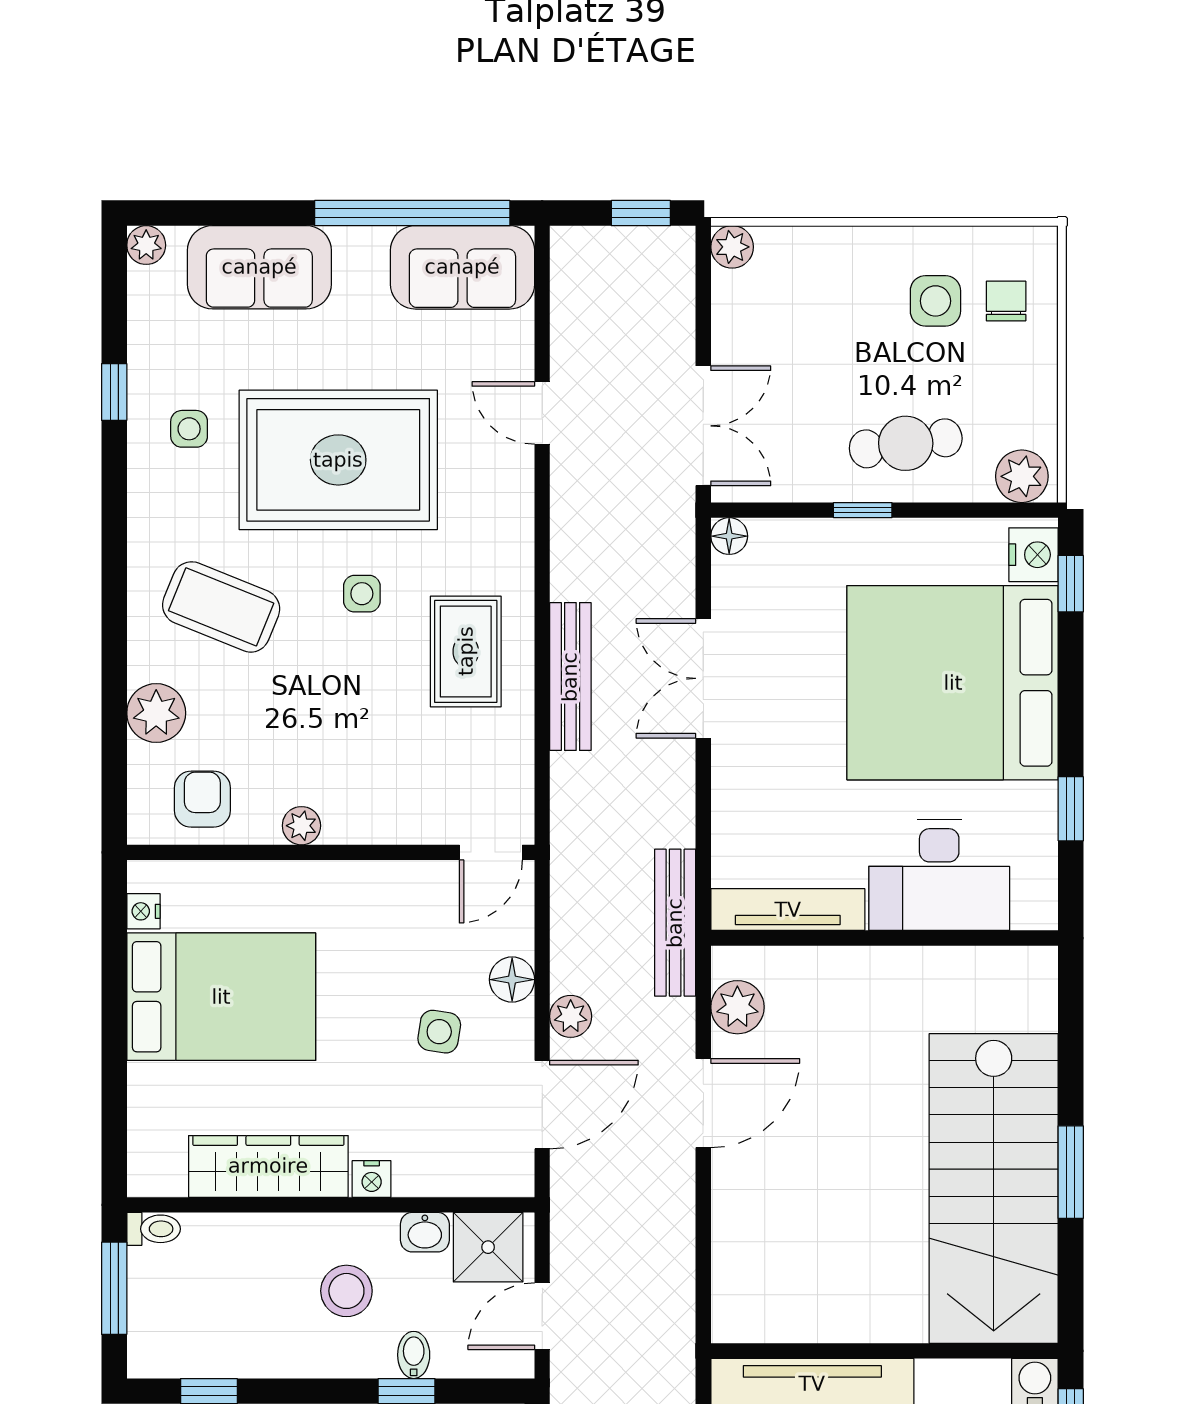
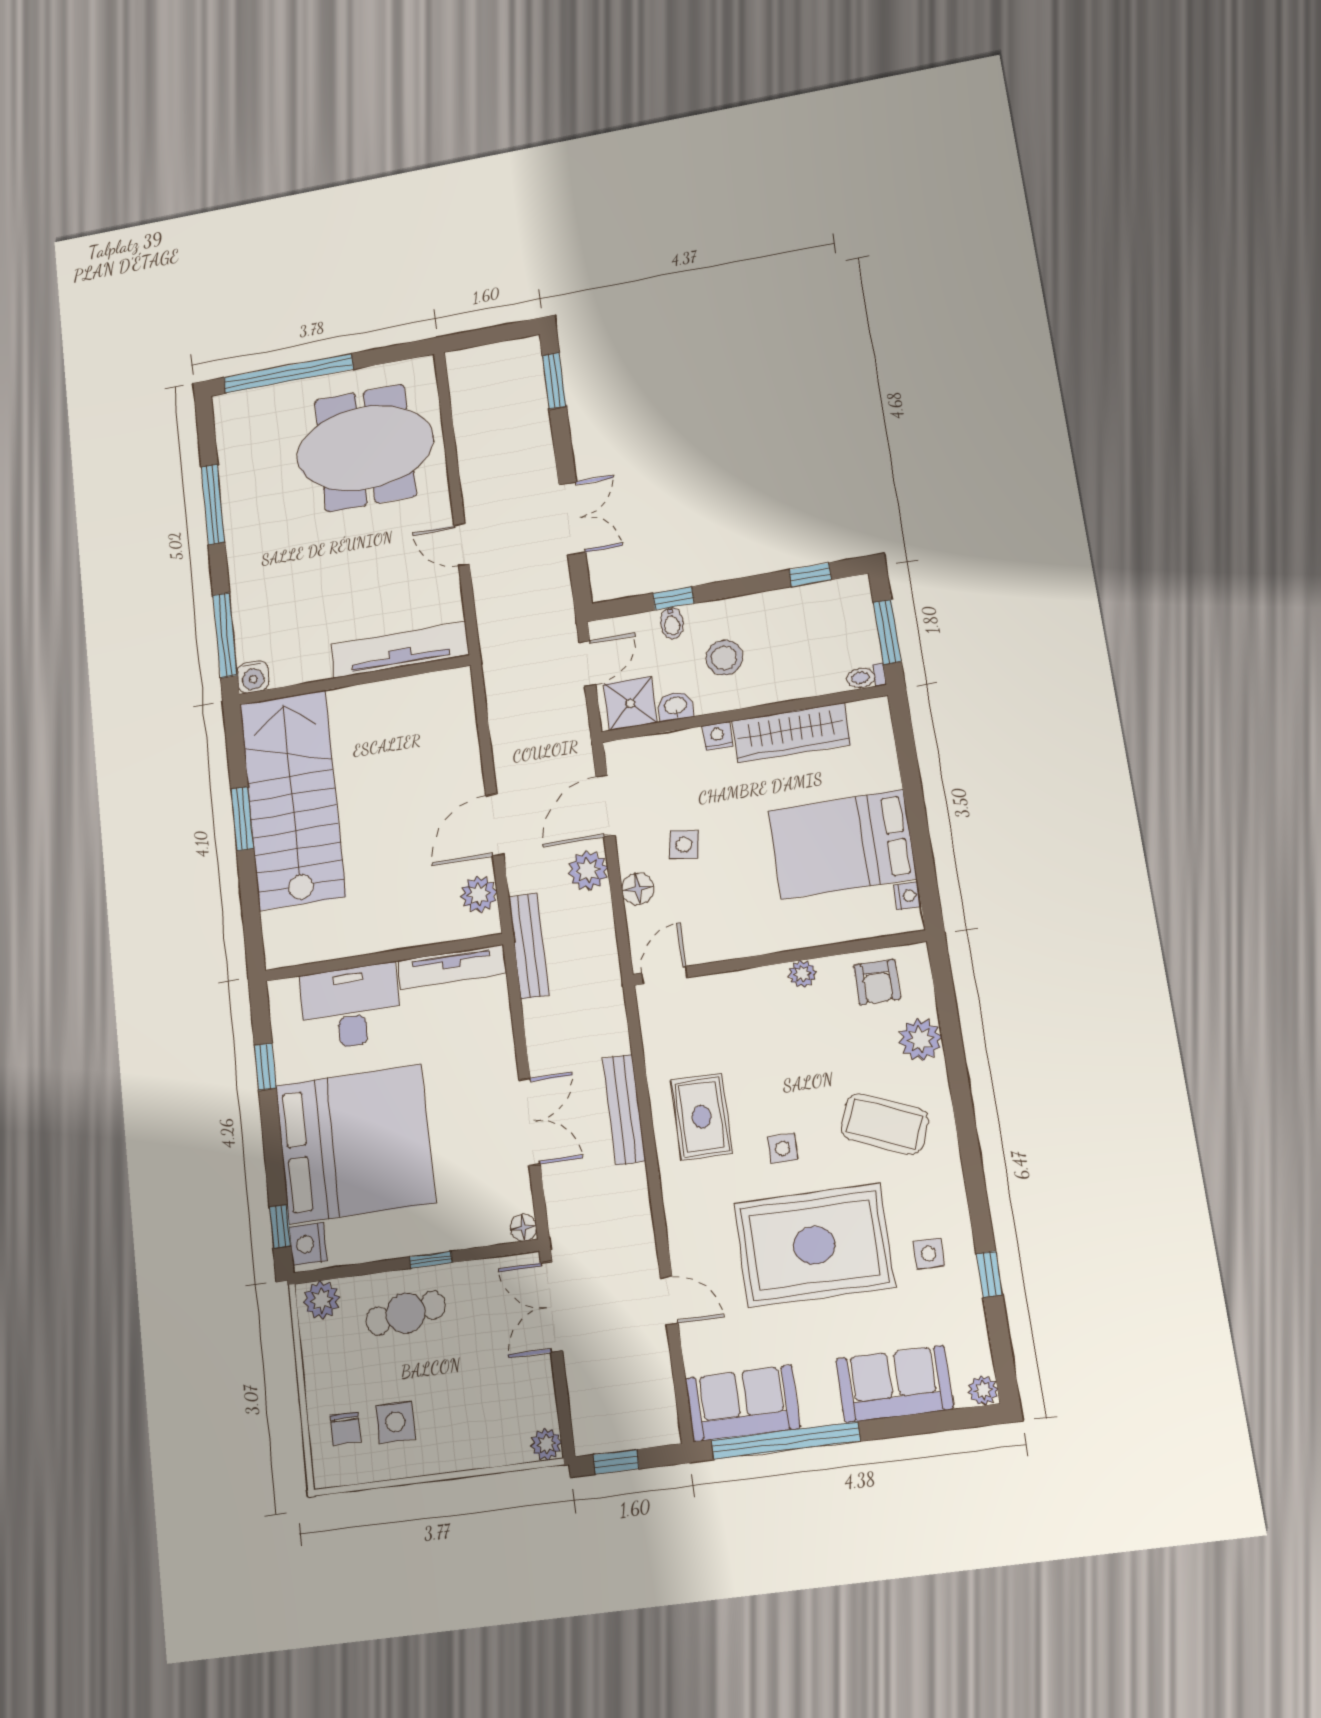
plant: (571, 1016) -> (588, 871), width x1.38, depth x1.38

